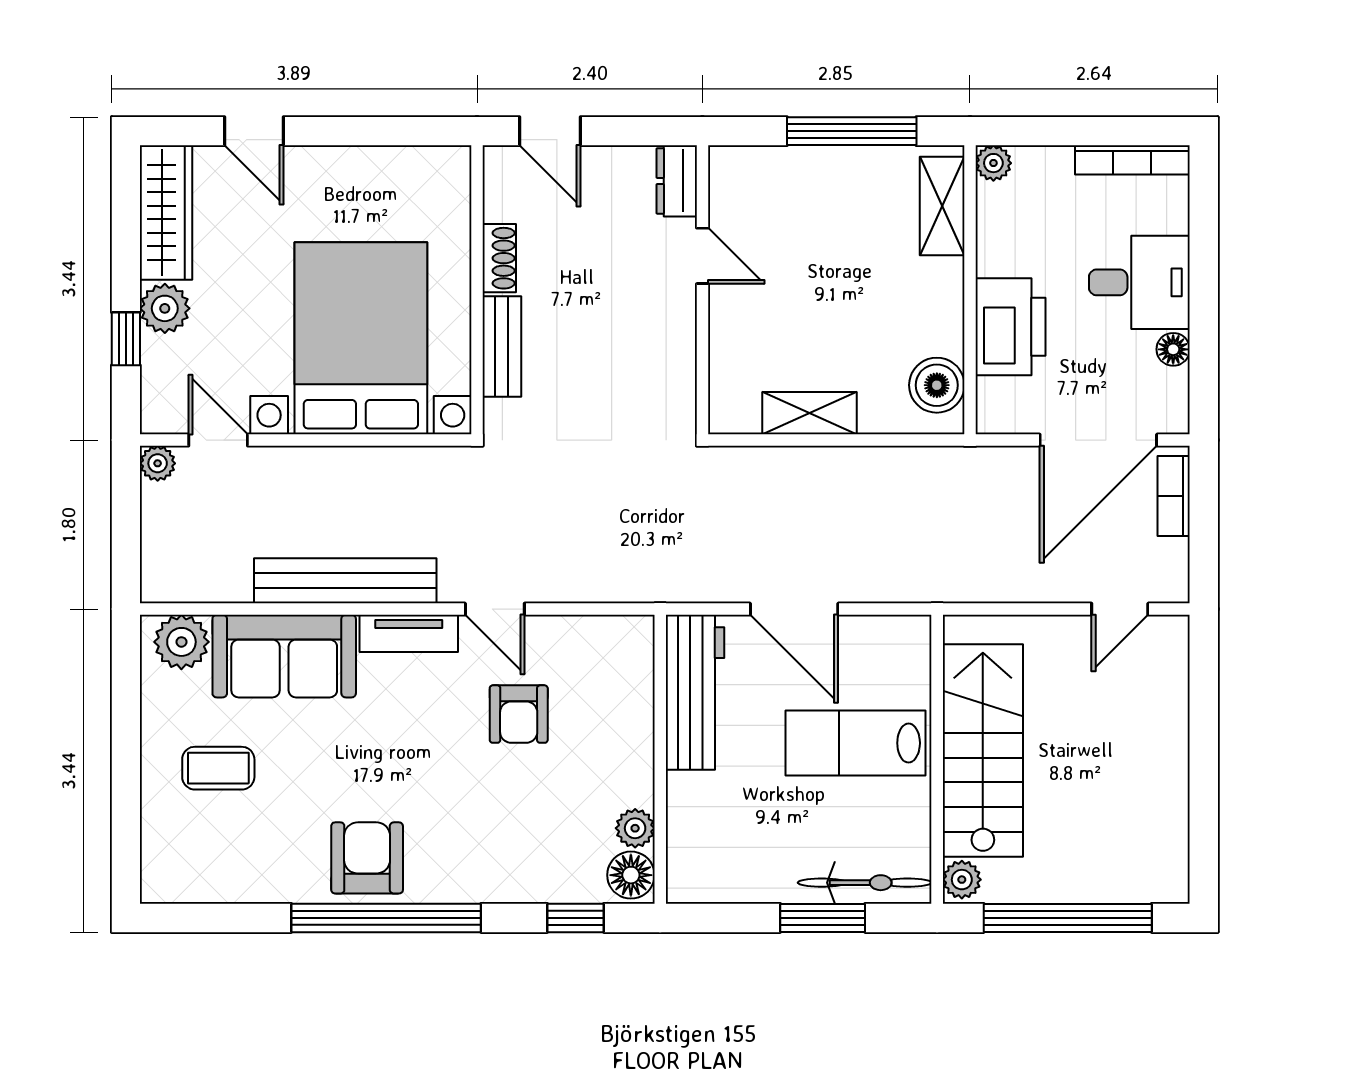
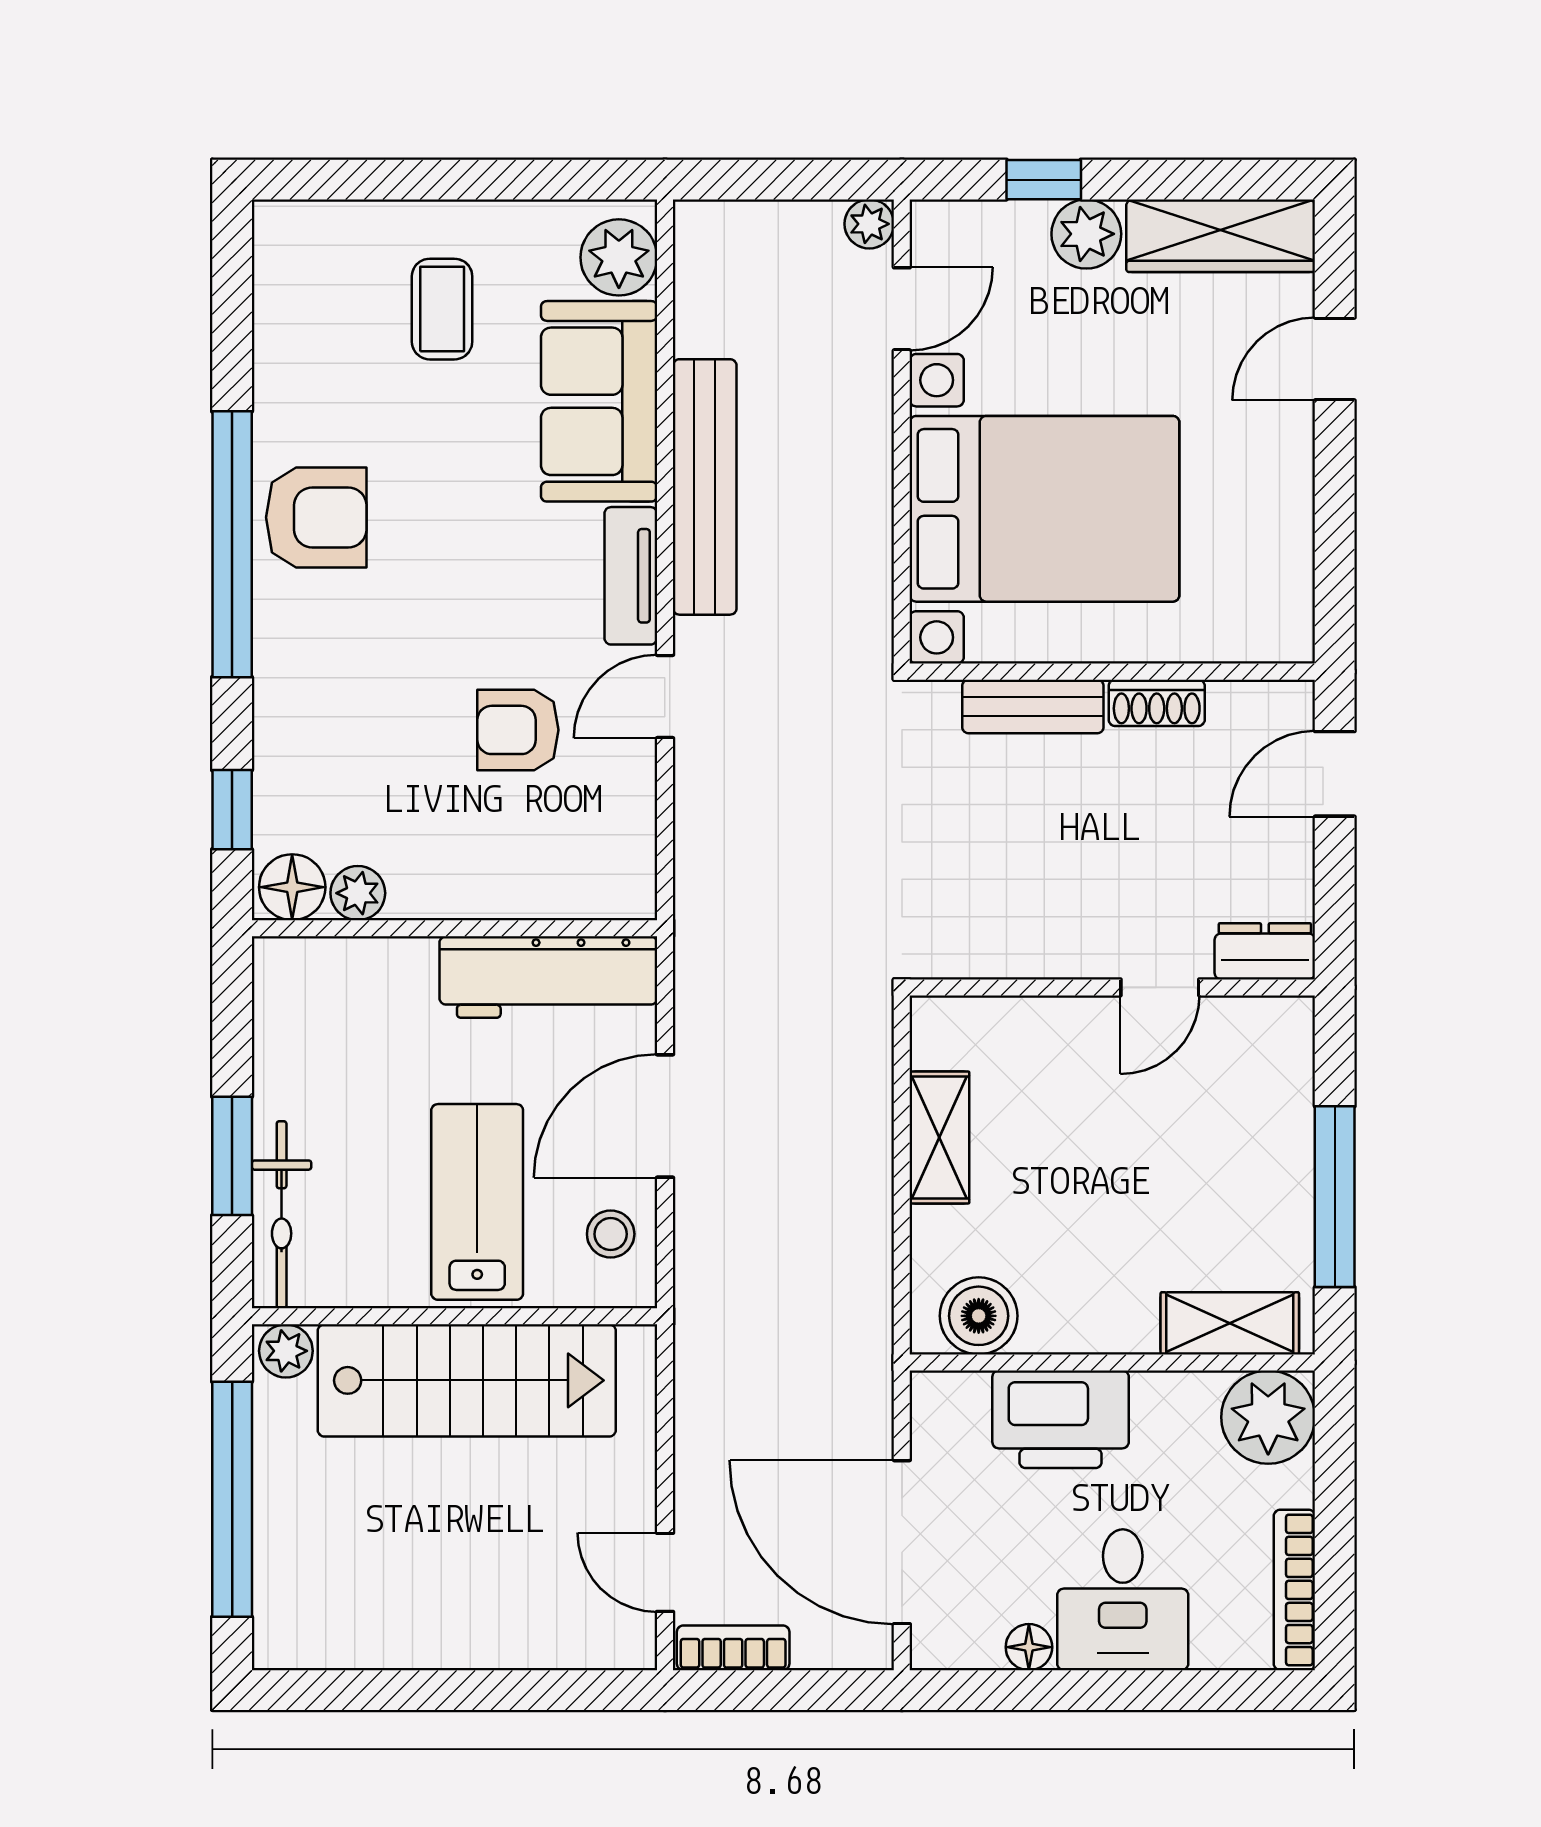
plant: (993, 163) -> (1268, 1417), width x1.87, depth x1.87
bookcase: (1174, 496) -> (733, 1648), moved
stool: (878, 648) -> (611, 1234), added

